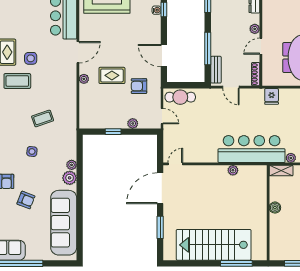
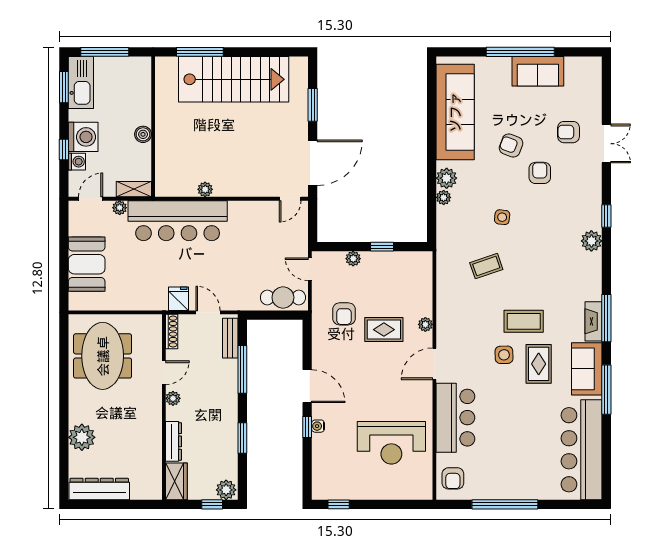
door: (164, 56) -> (307, 386), moved
armchair: (139, 86) -> (344, 314), turned 90
fridge: (272, 96) -> (179, 299), moved

